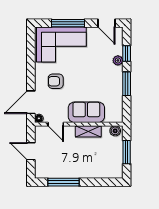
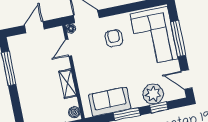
door: (107, 23) -> (187, 79), hinge flipped
plant: (118, 60) -> (153, 94), width x1.88, depth x1.88
sofa: (86, 112) -> (110, 102), moved, turned -90

